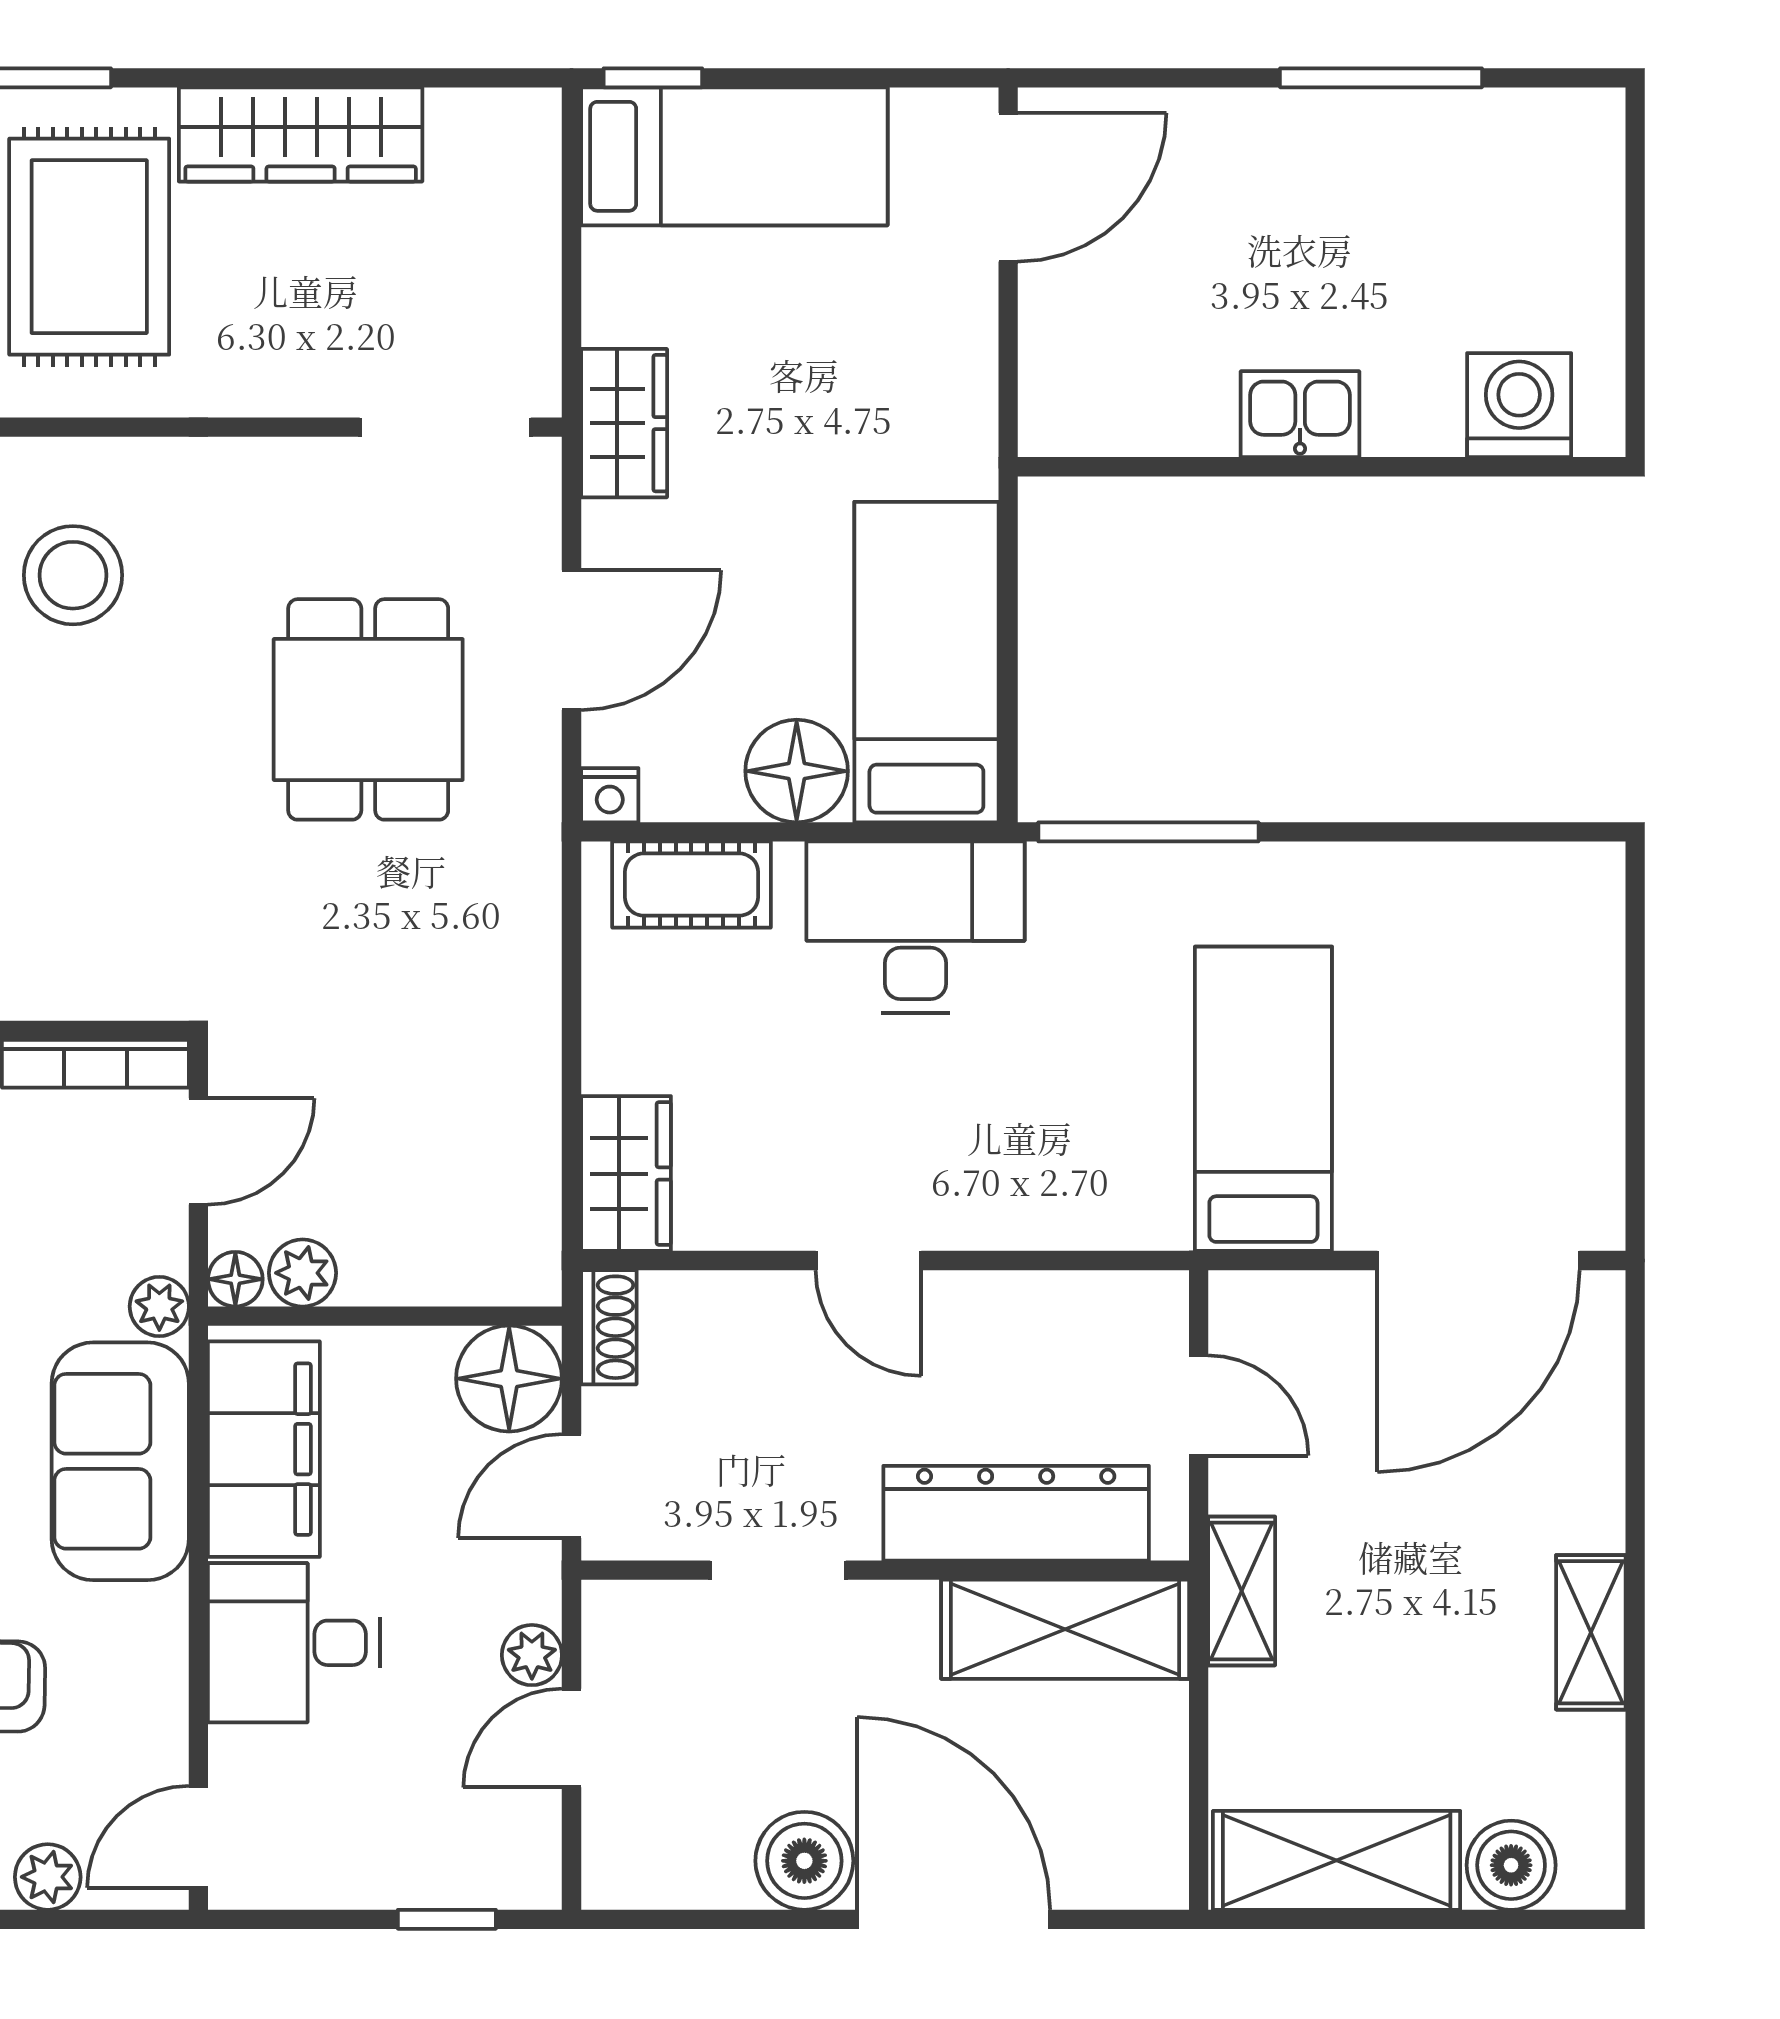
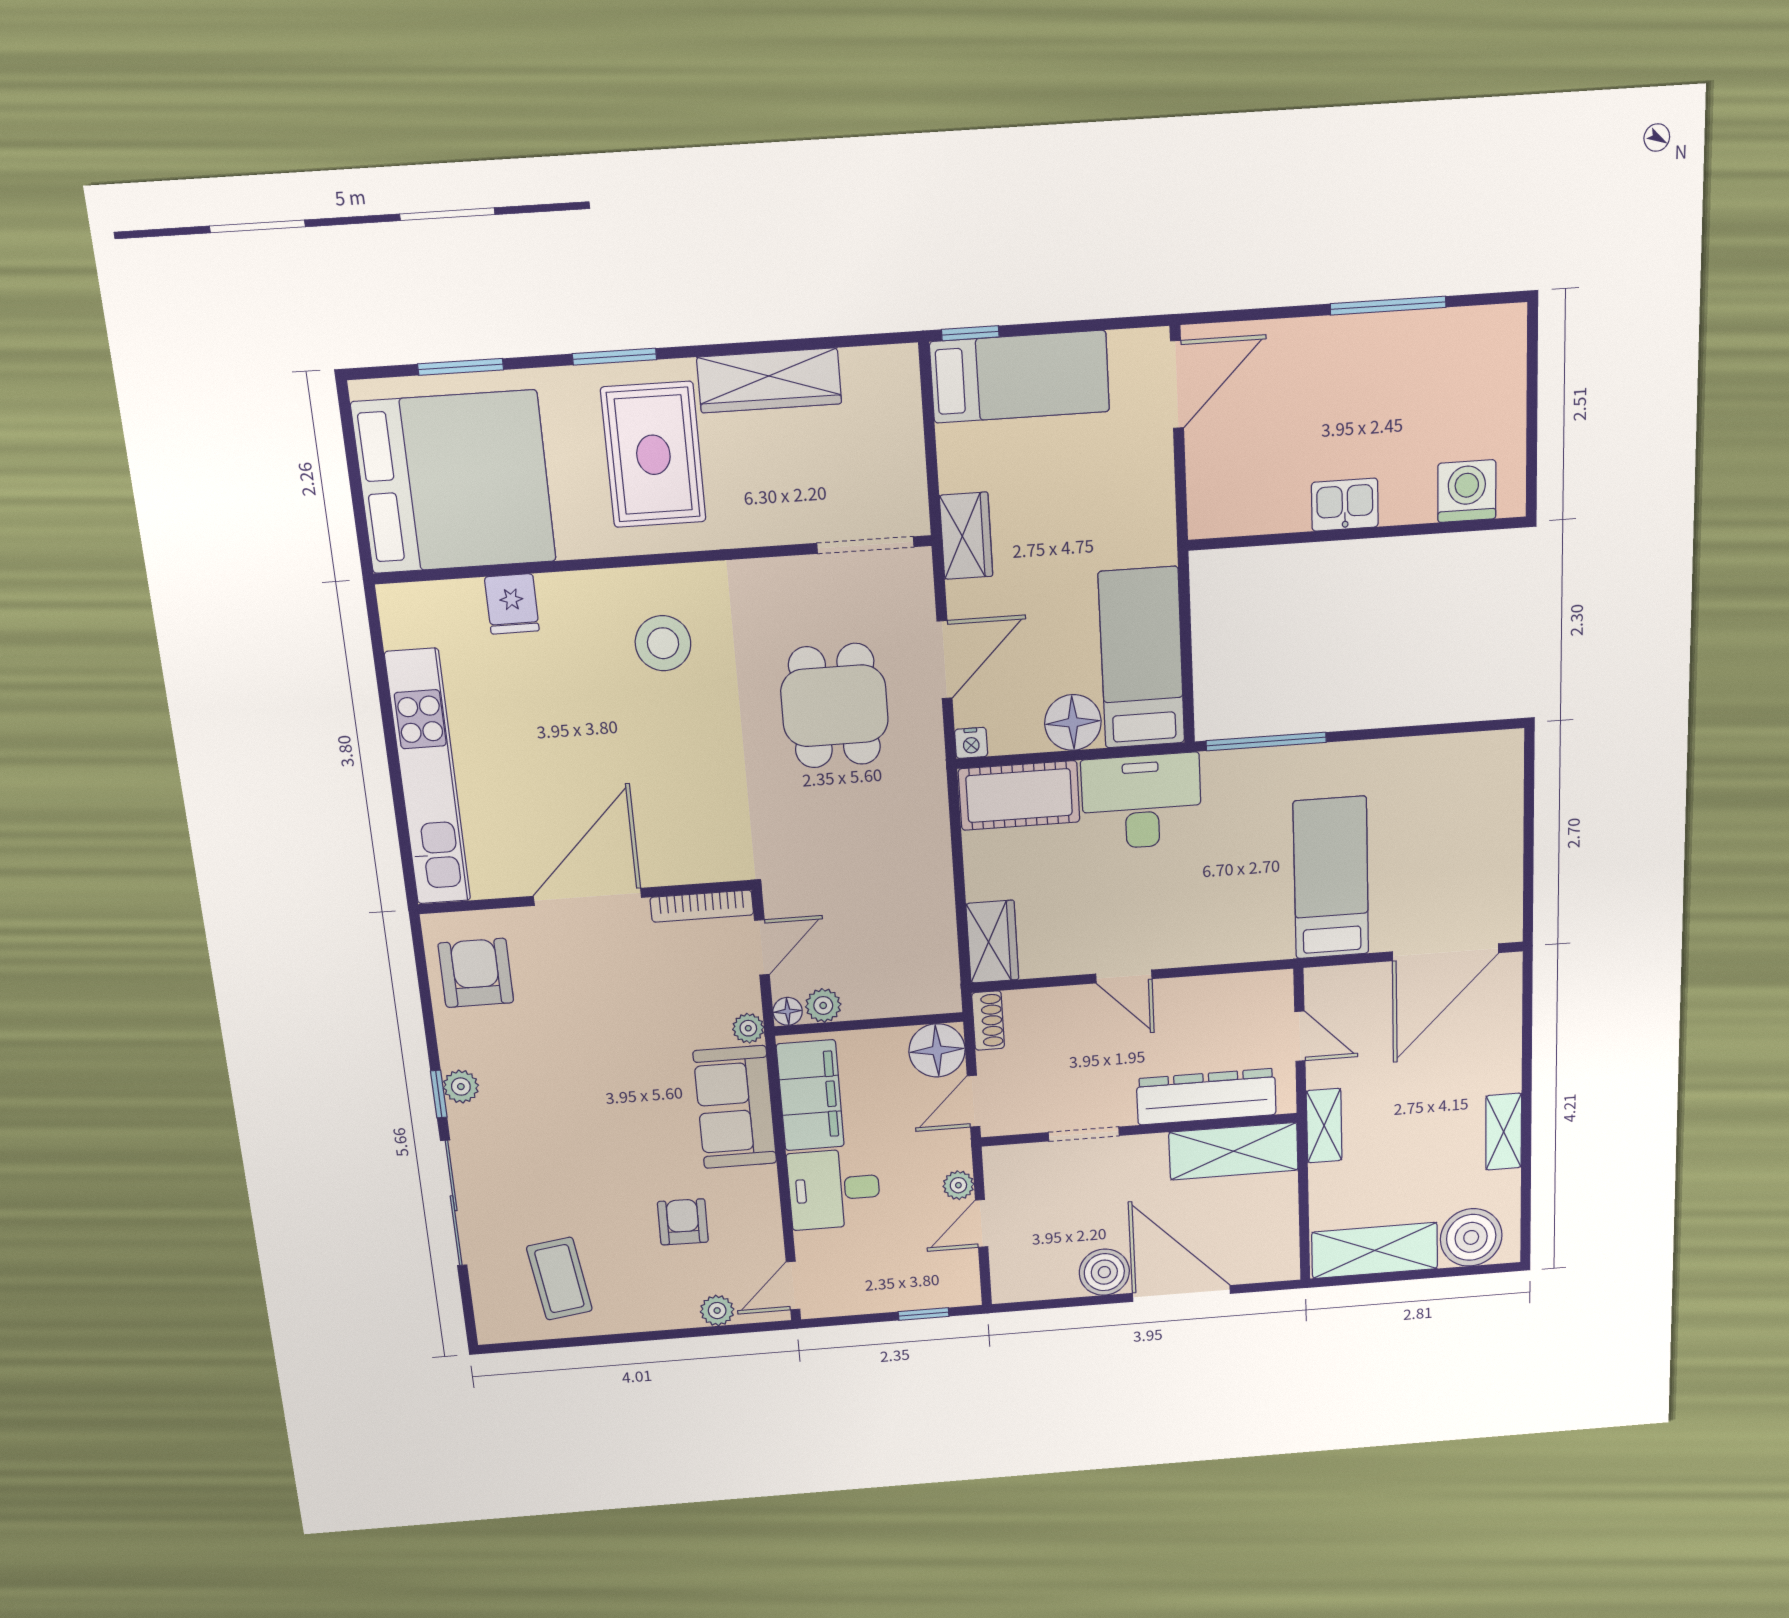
cot: (691, 885) -> (1019, 796), width x1.37, depth x1.34
boiler: (1511, 1865) -> (1471, 1237), width x1.37, depth x1.37

